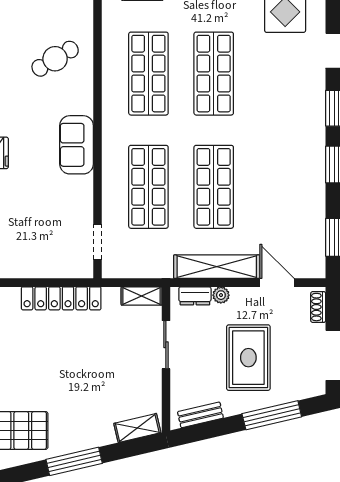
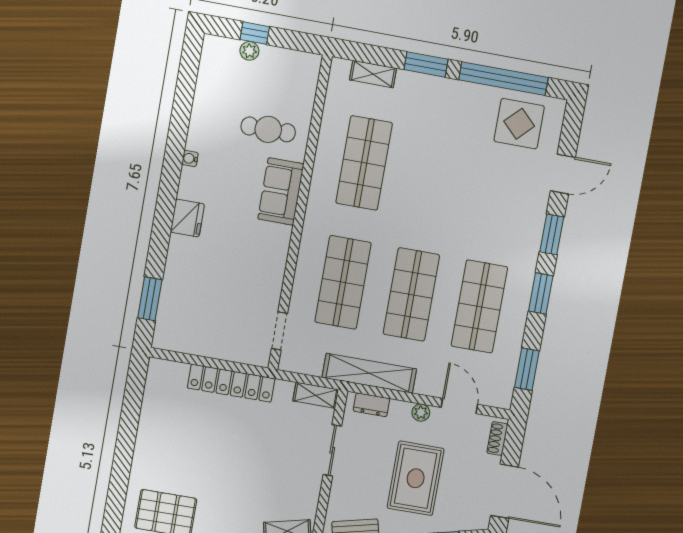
cafe table: (55, 59) -> (268, 129), turned 31
shop shelf: (214, 74) -> (479, 306), moved
sofa: (77, 145) -> (281, 192), moved
shelving: (217, 267) -> (369, 373), moved
plant: (221, 295) -> (421, 413), moved

